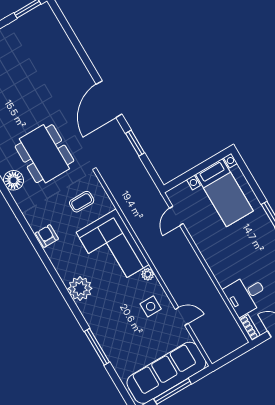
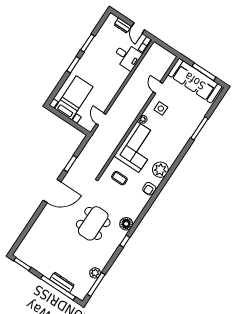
dining table: (44, 154) -> (93, 223), moved
door: (176, 216) -> (101, 119), swing flipped
plant: (80, 289) -> (160, 170), moved

